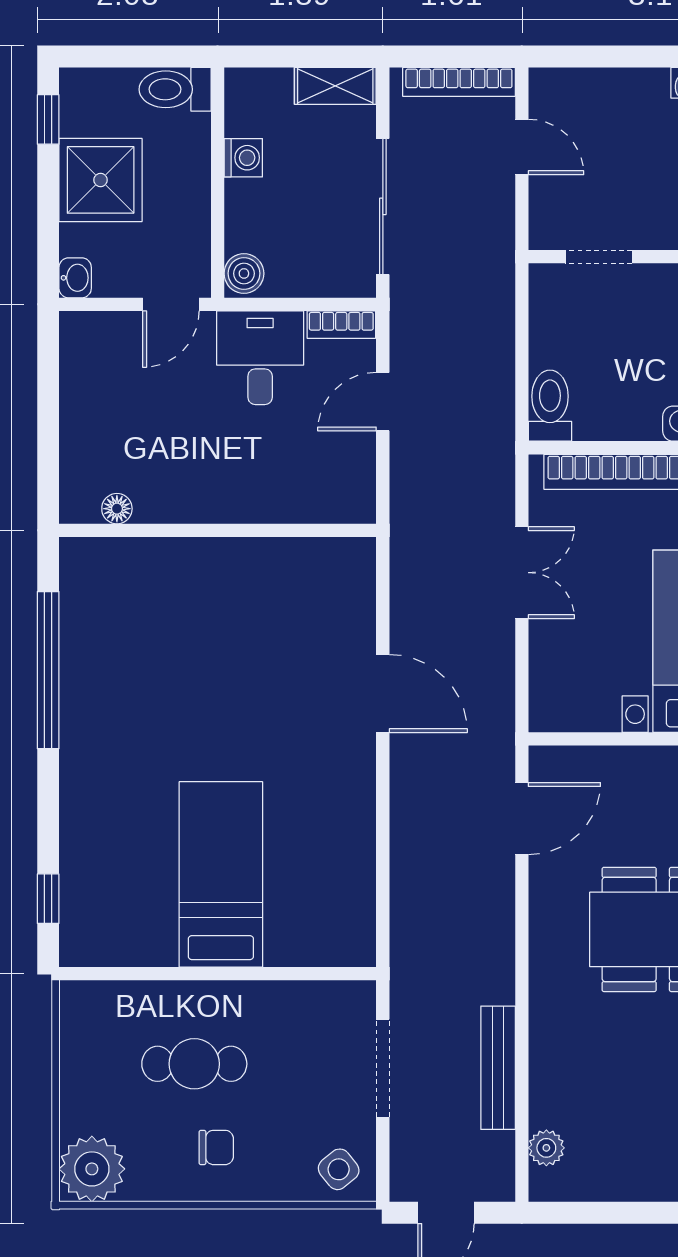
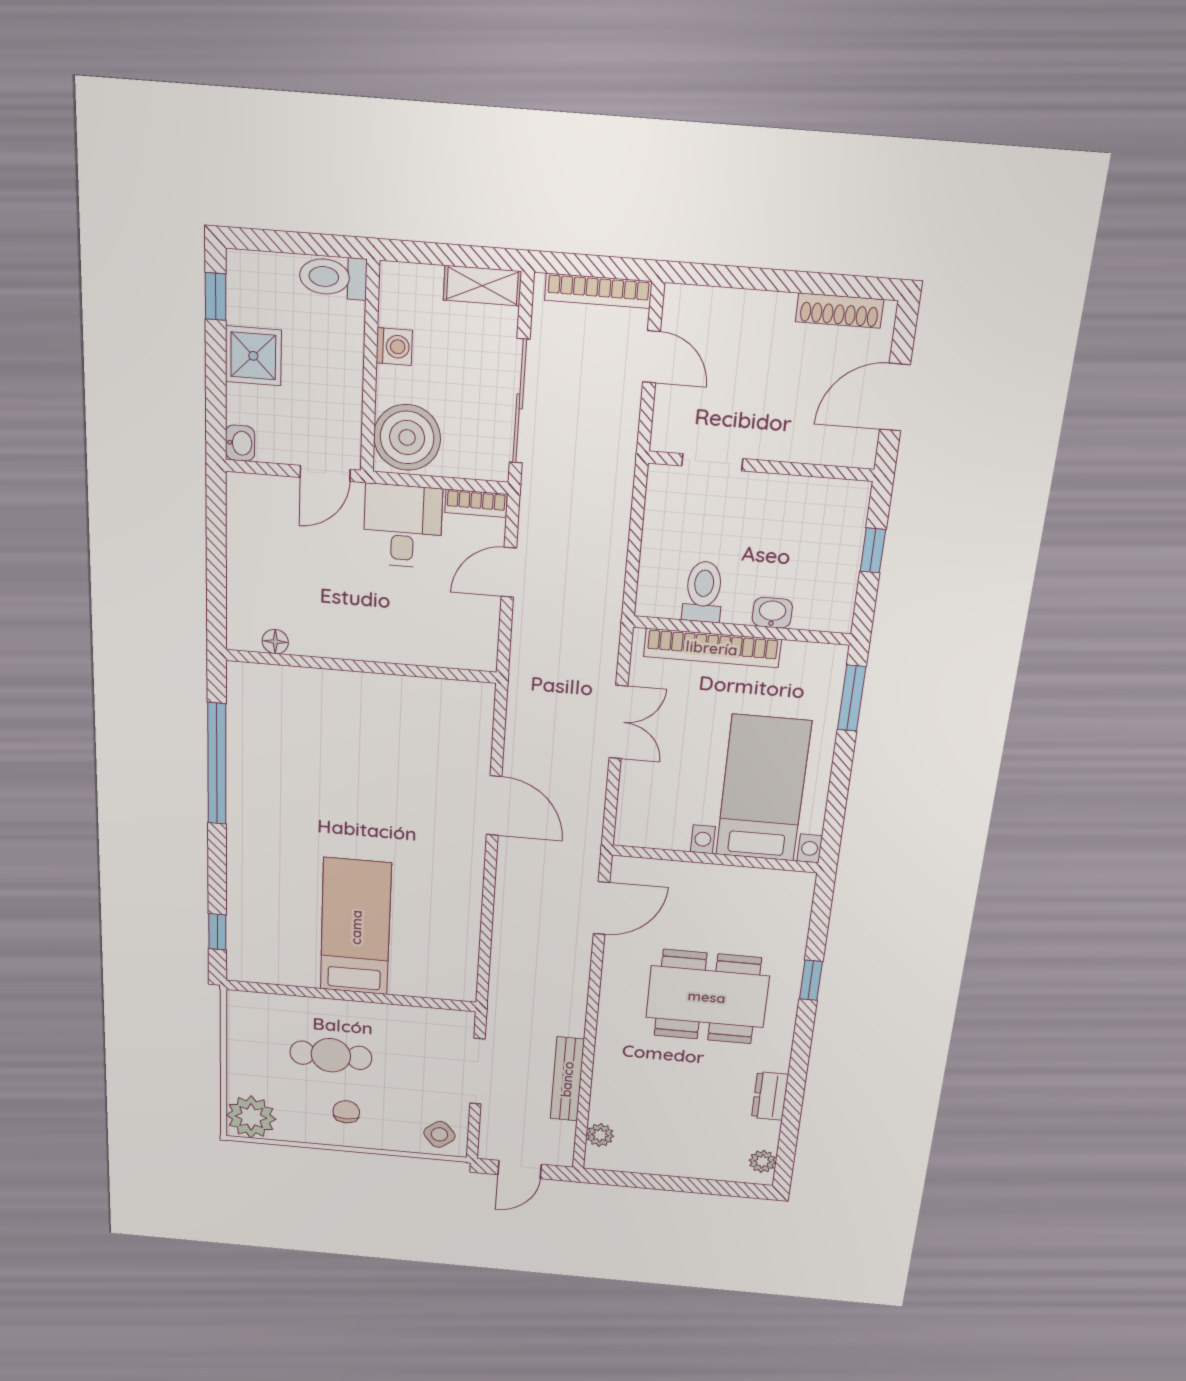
shower: (101, 180) -> (253, 356), width x0.73, depth x0.73
boiler: (244, 273) -> (407, 437), width x1.86, depth x1.86
toilet: (550, 406) -> (703, 592), moved
chair: (216, 1147) -> (346, 1112), turned -90

